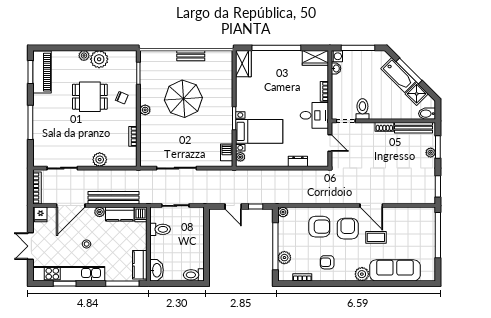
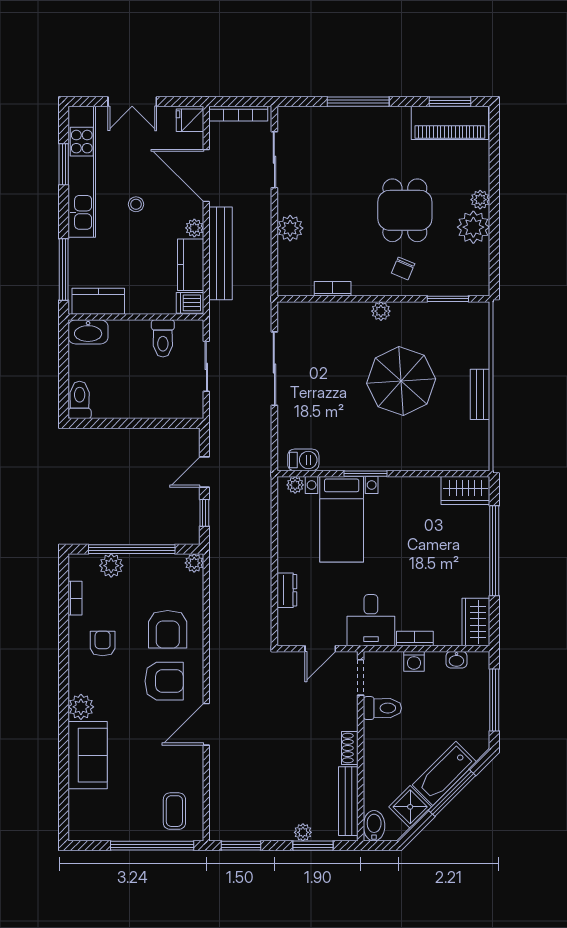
washing machine: (337, 56) -> (414, 661), moved
coffee table: (376, 237) -> (174, 811), moved
double door: (30, 246) -> (132, 102), swing flipped
sofa: (395, 270) -> (88, 755), width x0.73

